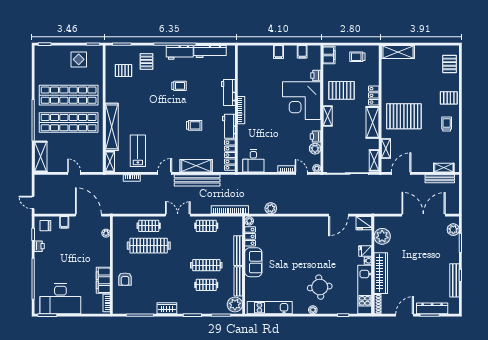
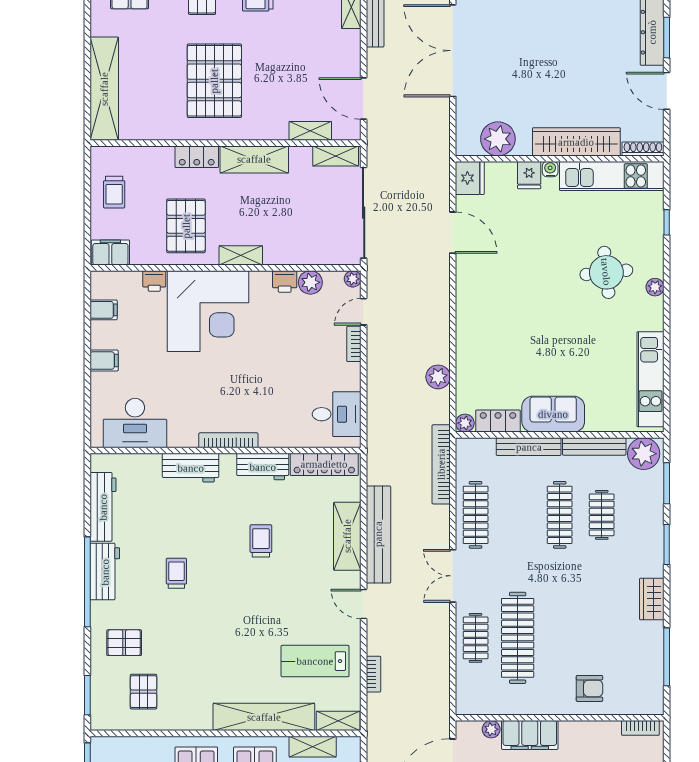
shelving: (398, 52) -> (104, 89), width x1.47
desk: (249, 66) -> (135, 423), added
pallet: (404, 116) -> (214, 81), moved
shelving: (98, 150) -> (313, 747), added
clothes rail: (206, 226) -> (476, 515), width x1.36
filing cabinet: (103, 280) -> (530, 735), moved

